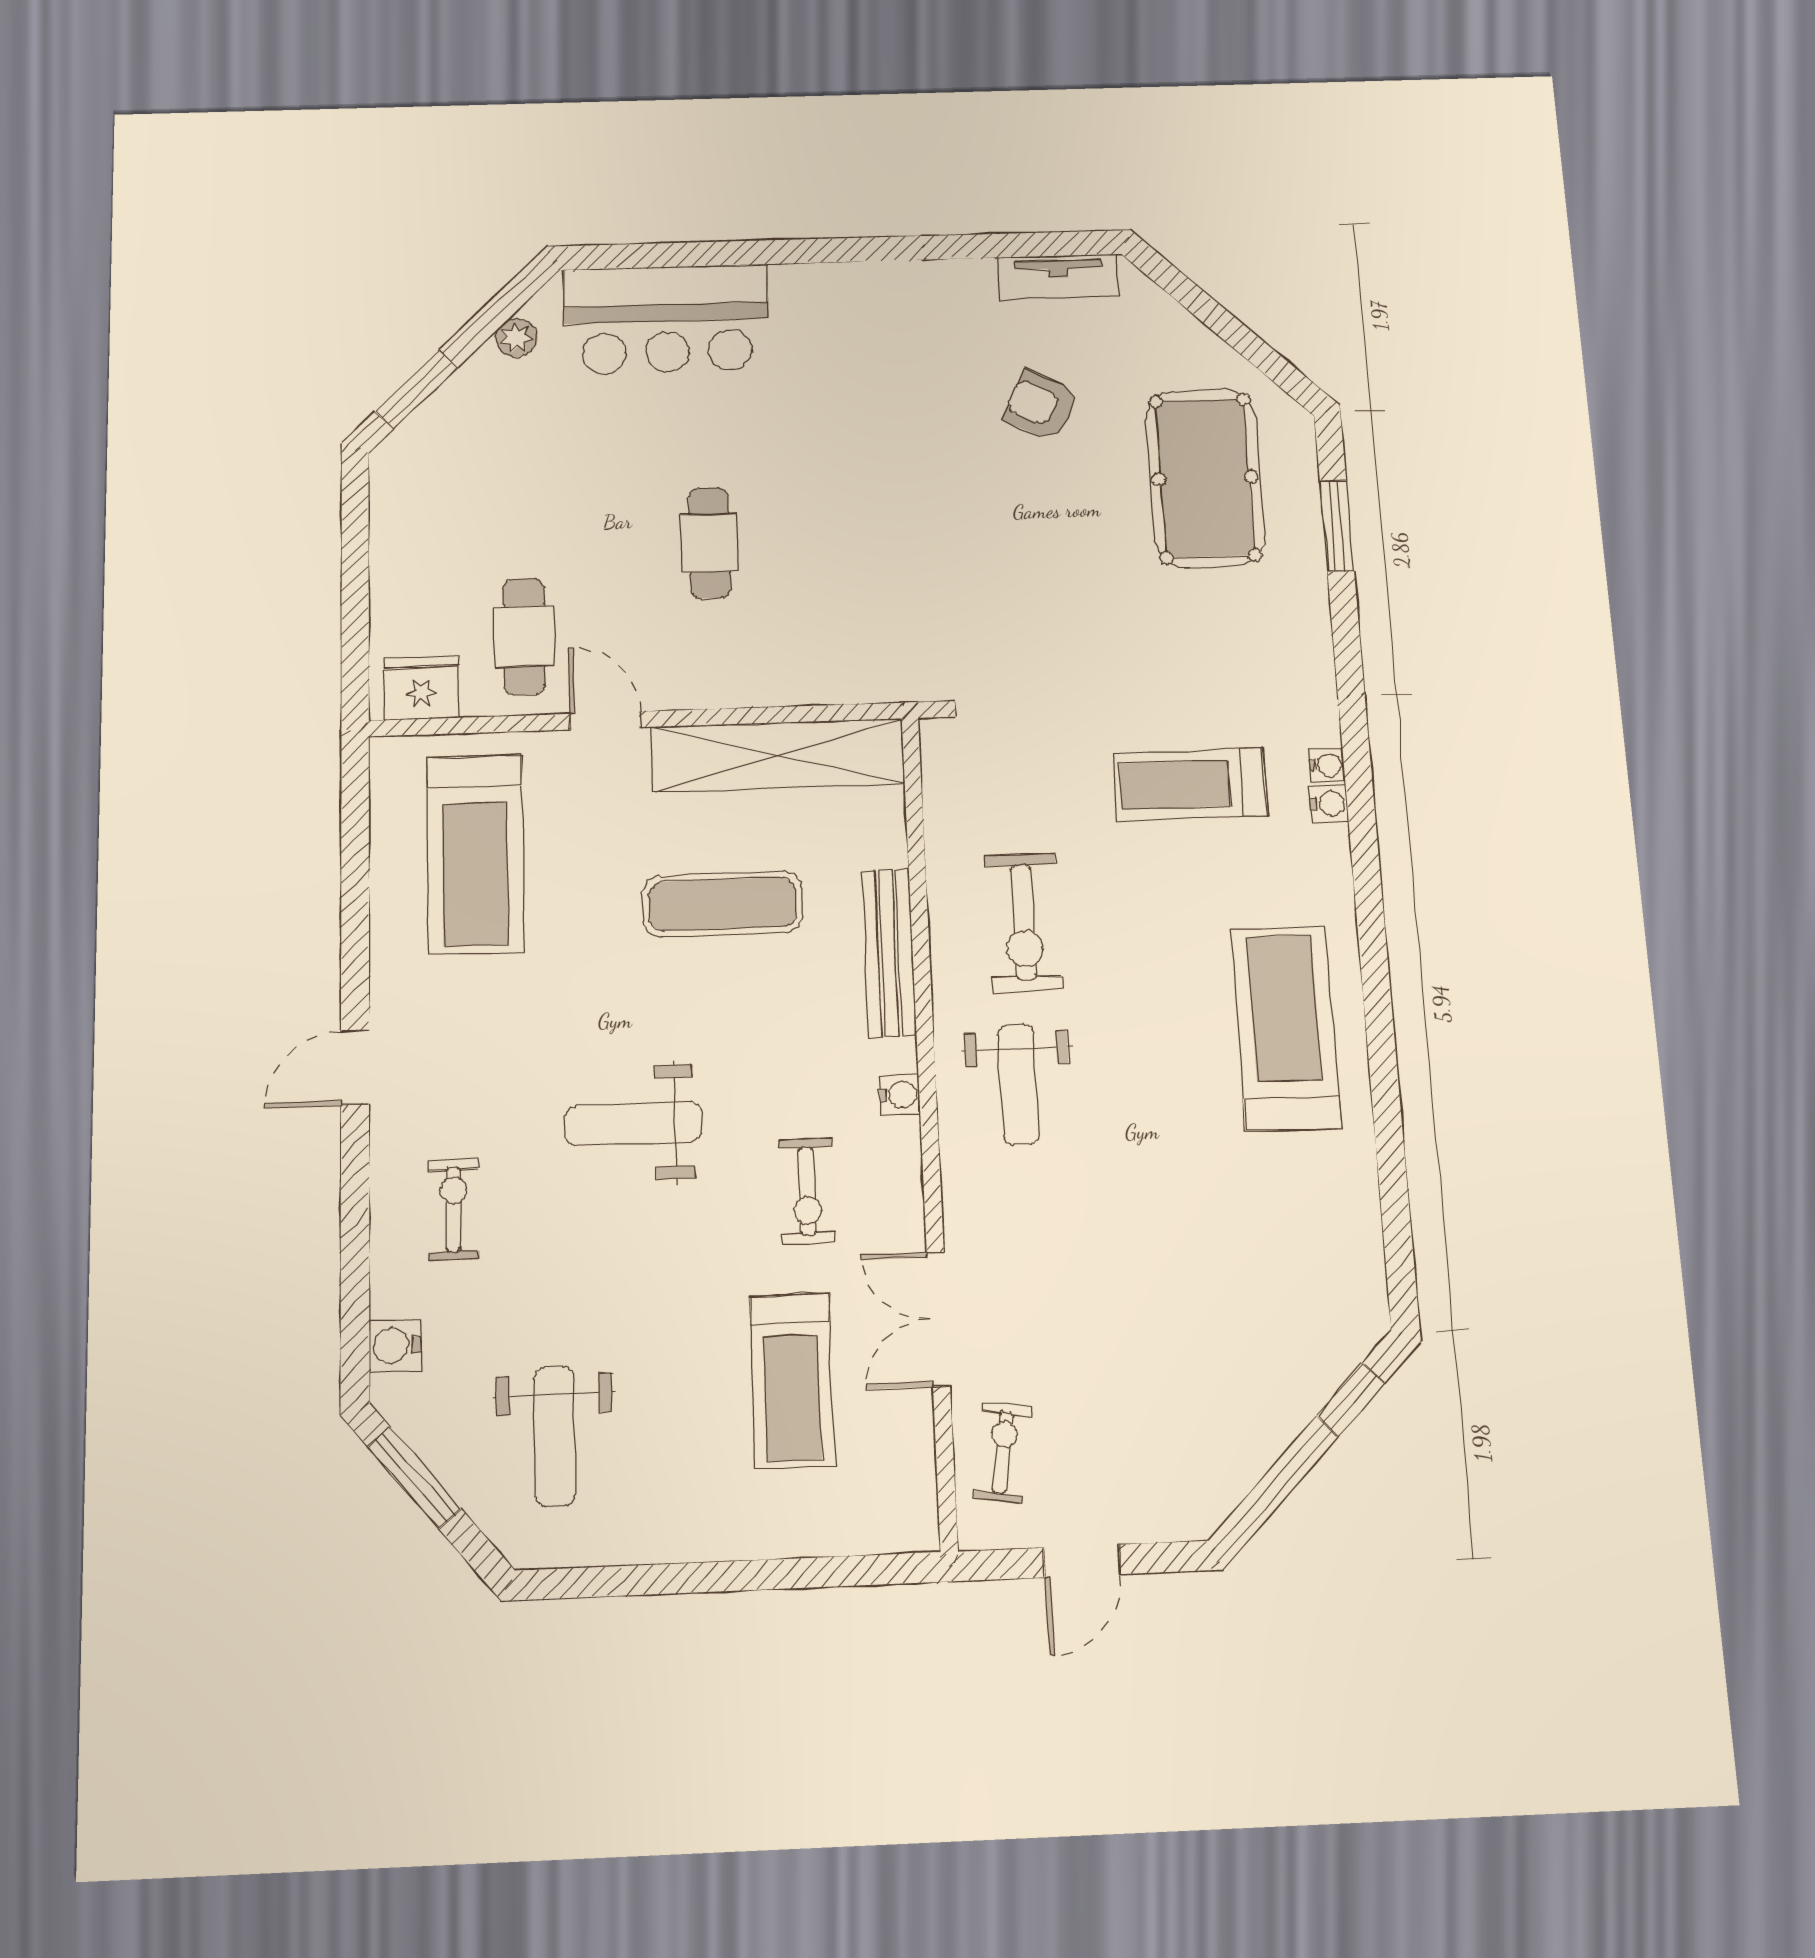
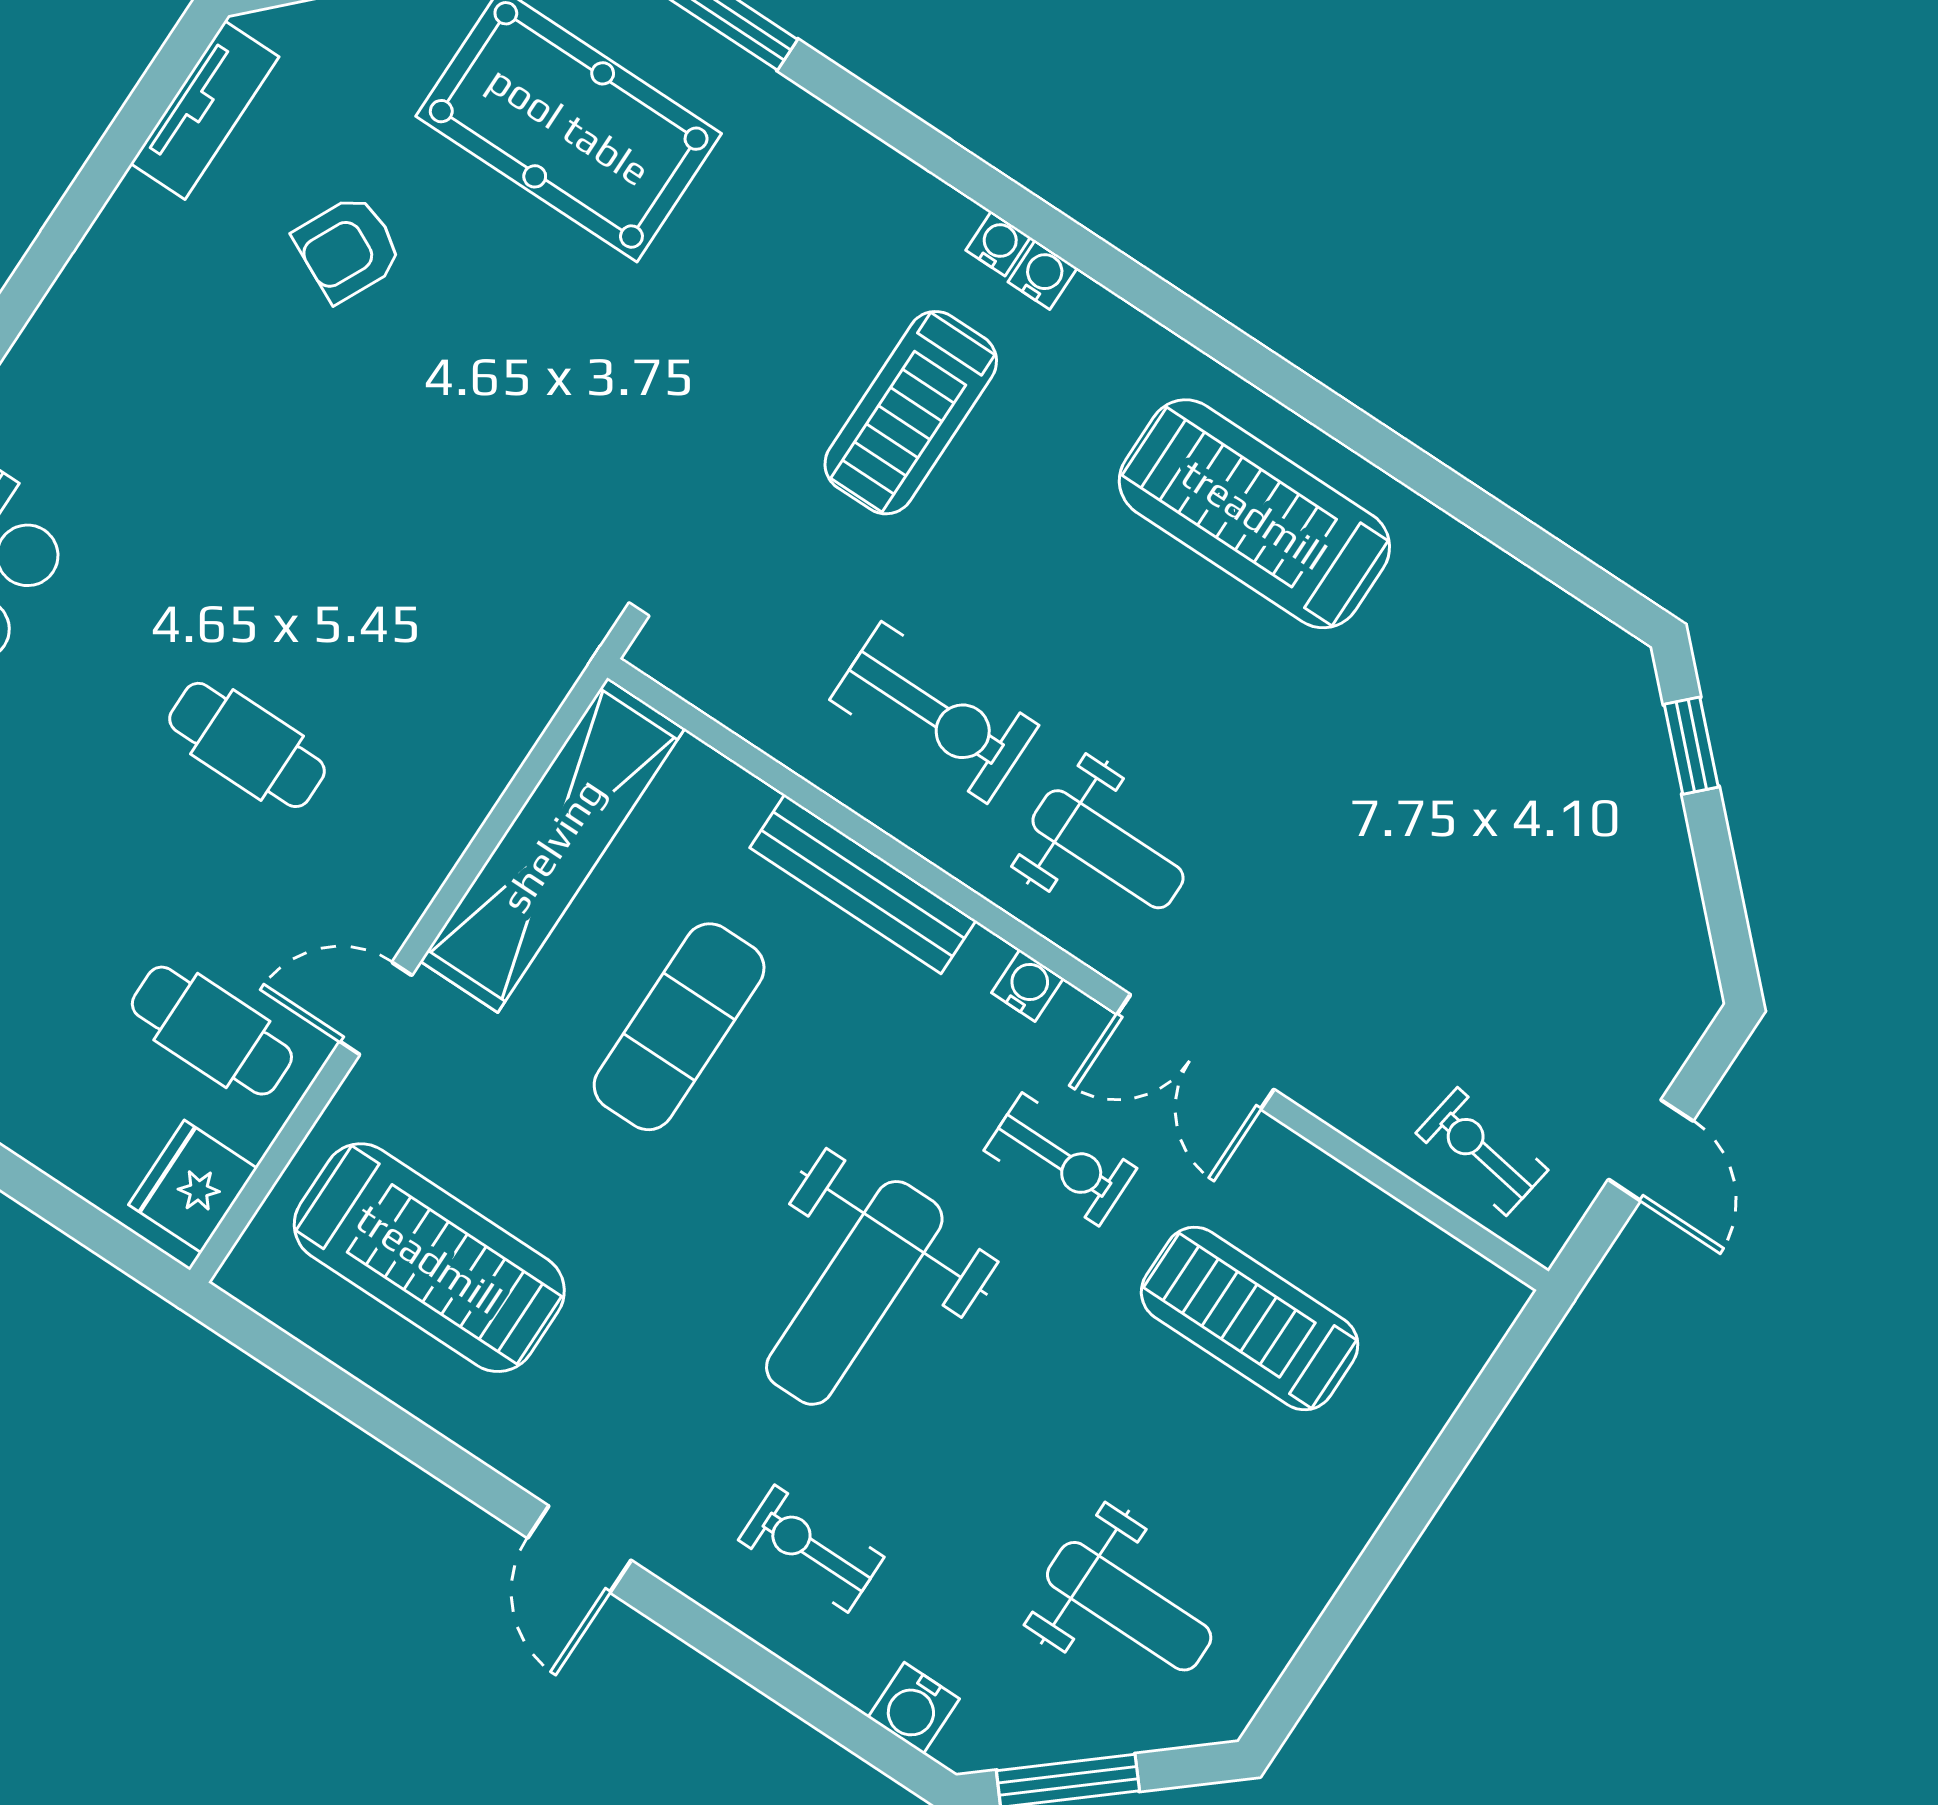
weight bench: (634, 1123) -> (854, 1293), width x1.36, depth x1.33
double door: (938, 1319) -> (1195, 1052), moved
treadmill: (792, 1381) -> (1250, 1318), turned 180

